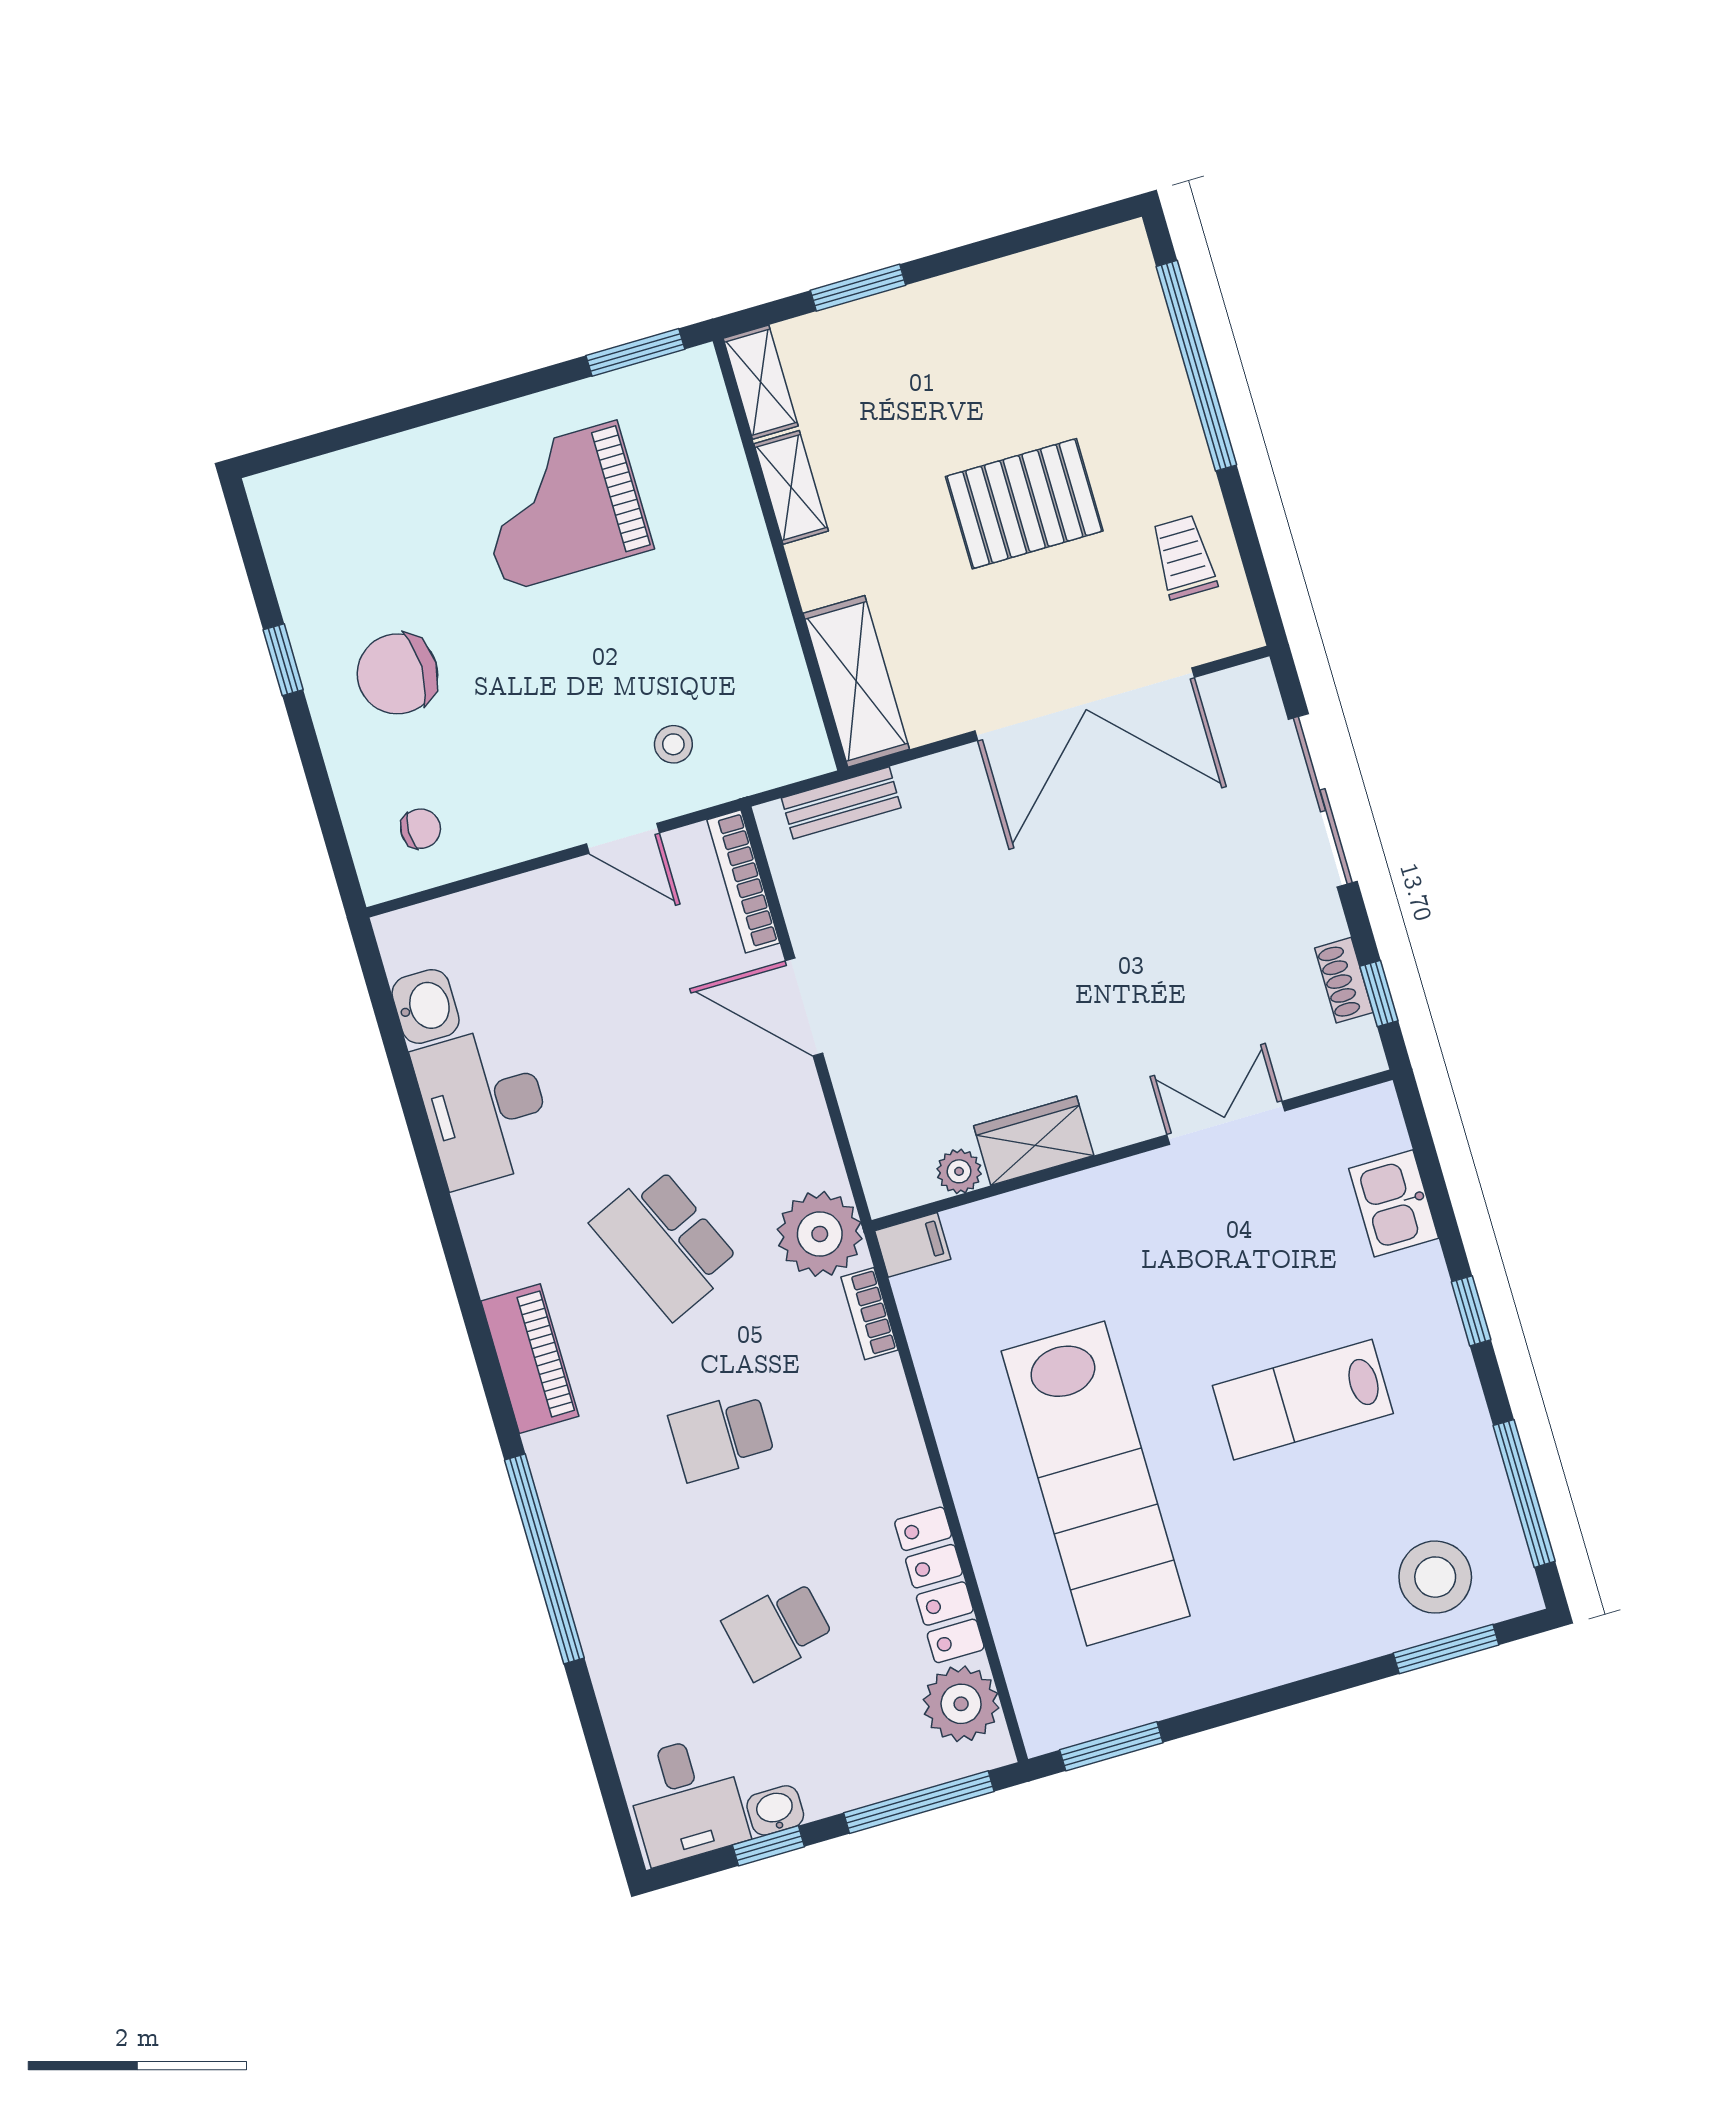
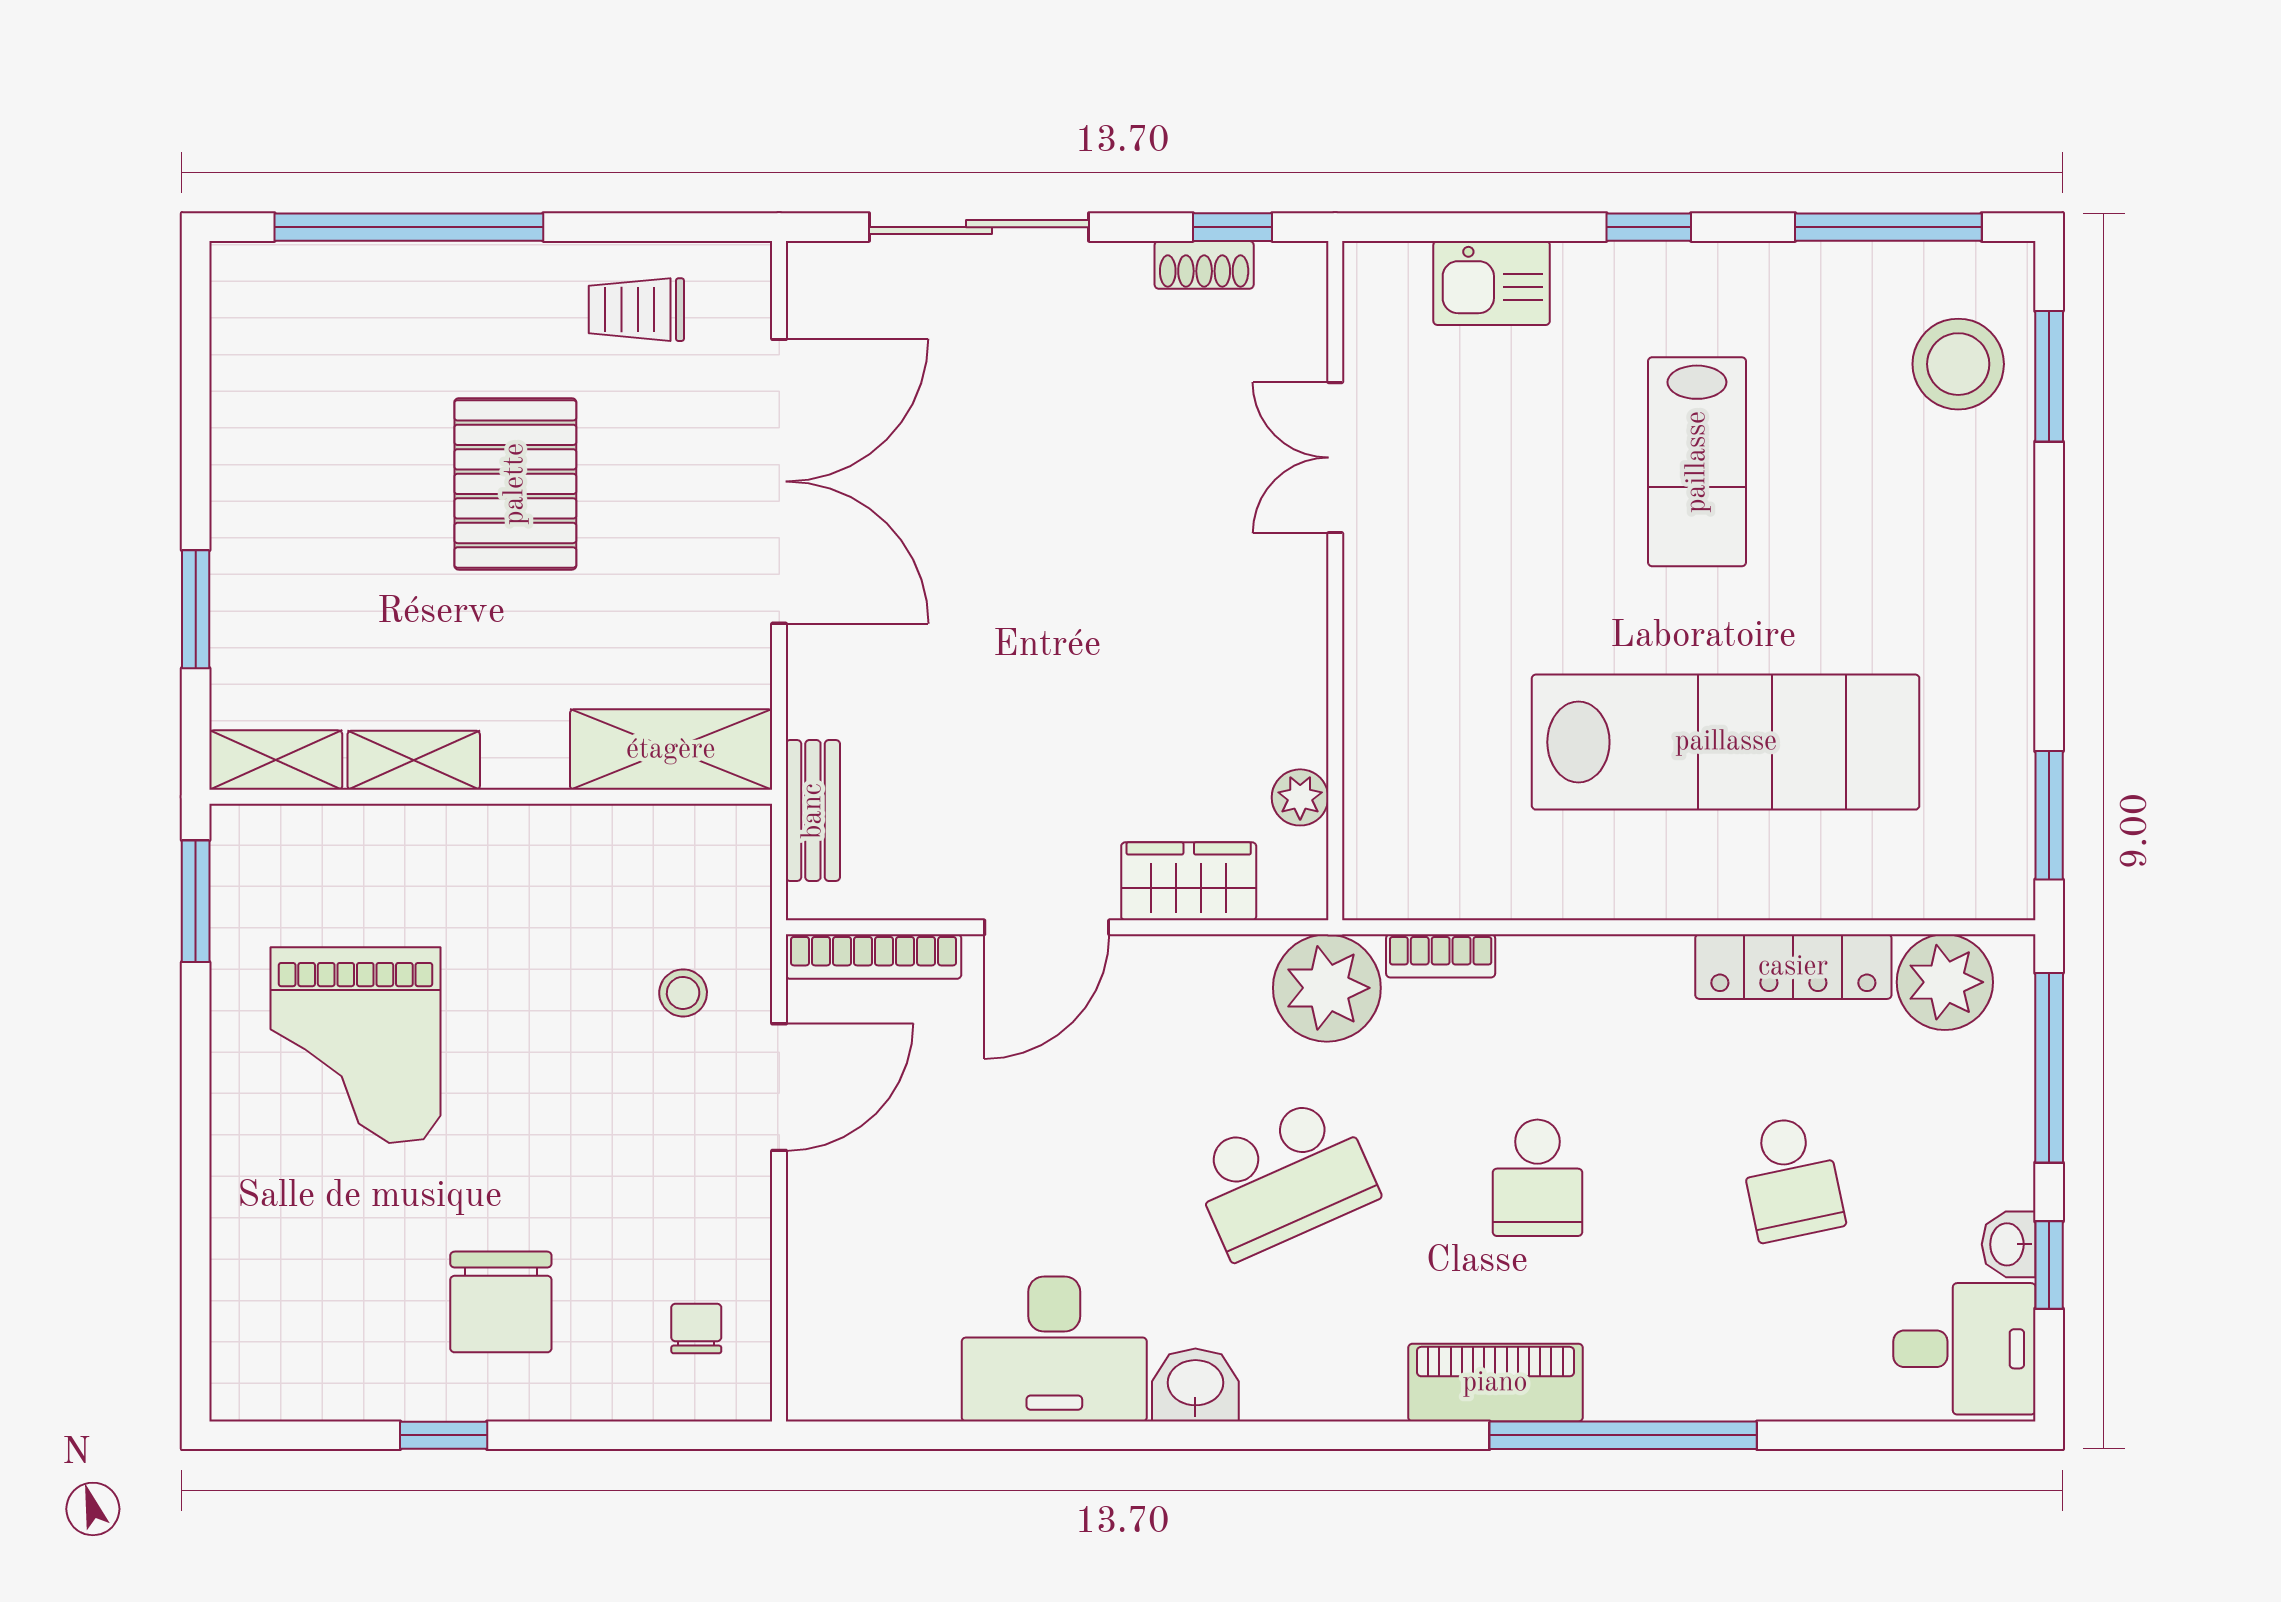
door: (623, 838) -> (779, 1087), width x1.38
washbasin: (426, 1006) -> (1195, 1385), moved
wardrobe: (1034, 1141) -> (1189, 881), moved, turned 90
filing cabinet: (913, 1245) -> (1373, 879), removed
piano: (530, 1359) -> (1495, 1383), moved

